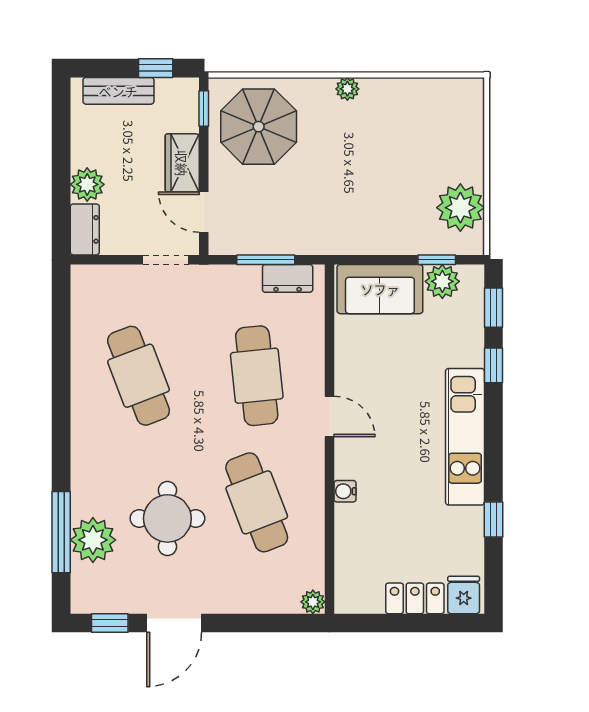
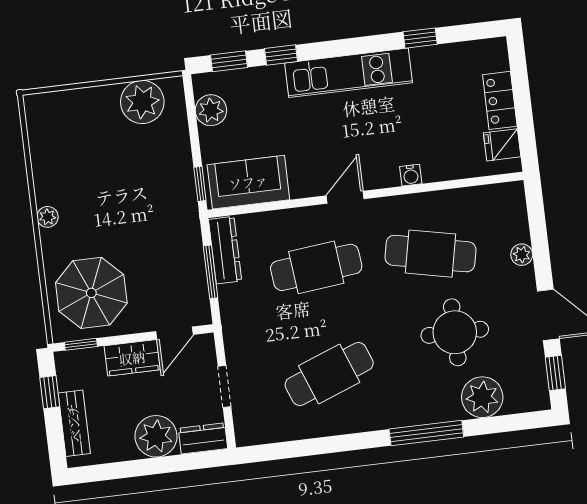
plant: (87, 184) -> (156, 436), width x1.36, depth x1.36
doorway: (166, 260) -> (224, 387), moved
window: (437, 260) -> (200, 184), moved
dresser: (288, 278) -> (225, 250), width x1.44
sofa: (380, 289) -> (248, 182), moved, turned -90
cafe table: (257, 502) -> (430, 254), turned 33
window: (61, 532) -> (426, 433), moved
fridge: (464, 595) -> (502, 145), moved
plant: (313, 602) -> (522, 255), moved

